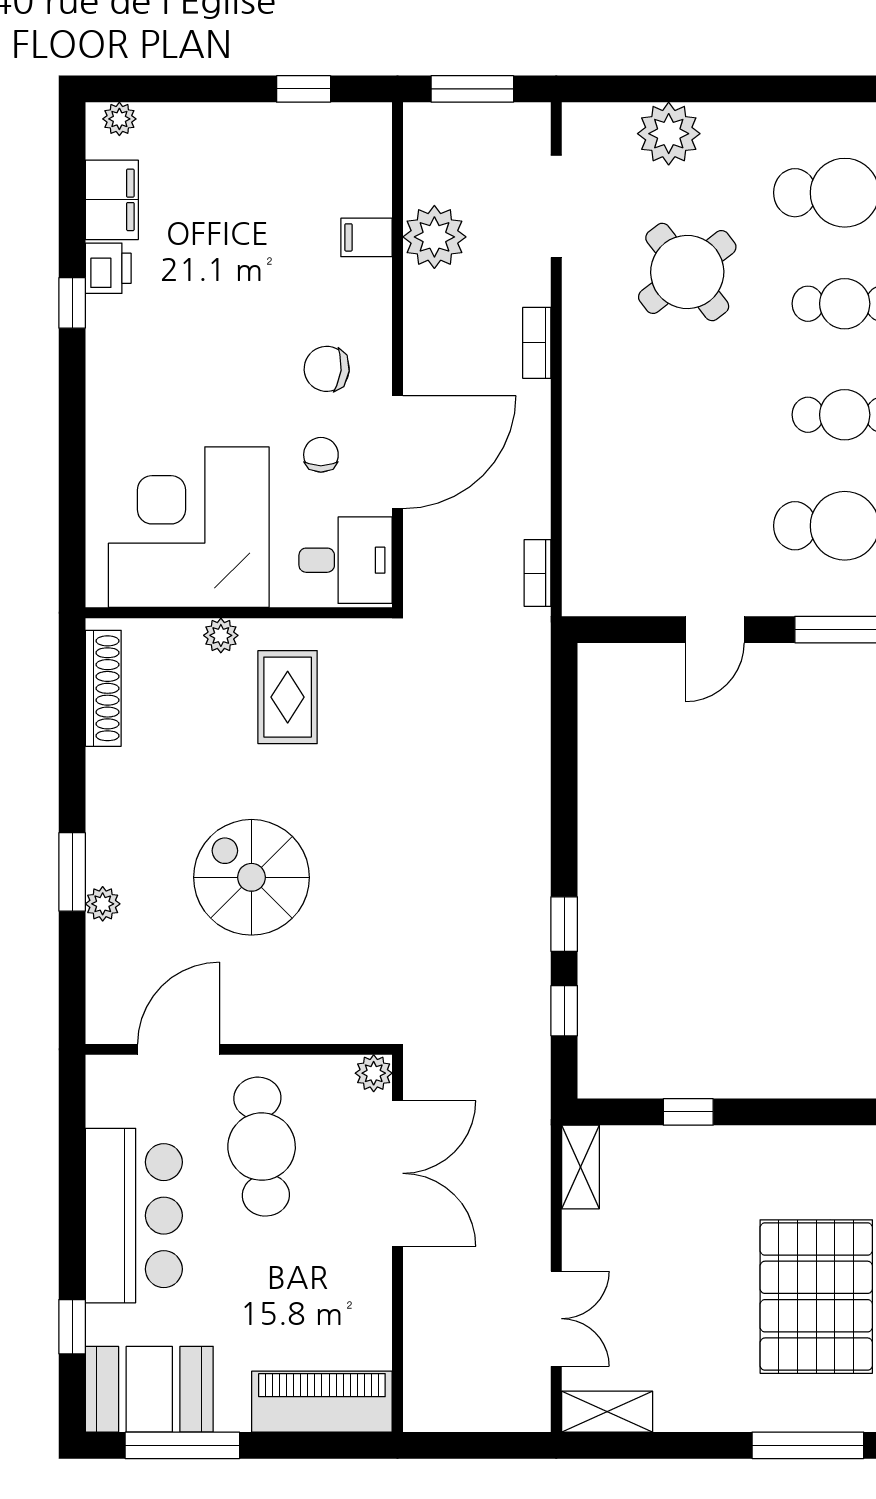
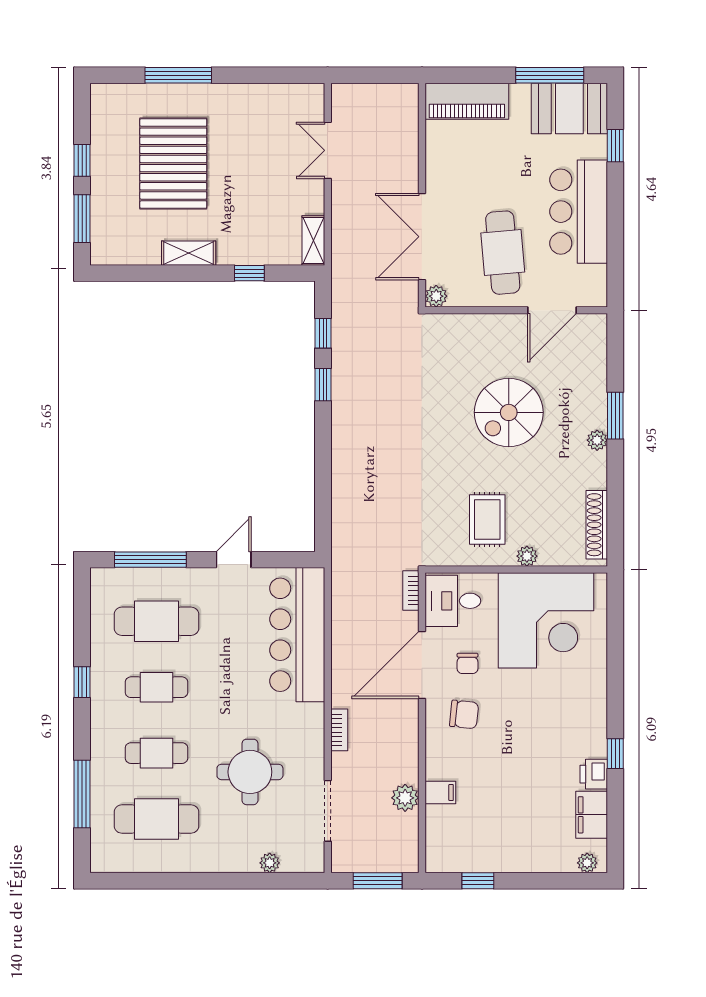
plant: (669, 134) -> (270, 863), width x0.53, depth x0.53
plant: (434, 237) -> (405, 798), width x0.73, depth x0.73
round table: (687, 272) -> (250, 772), turned 38
bar counter: (608, 503) -> (297, 635), added
bookcase: (538, 573) -> (411, 591), moved, turned 180
spiral stairs: (251, 877) -> (509, 412), turned 90
plant: (103, 904) -> (597, 440), moved
shelving: (607, 1412) -> (189, 253), moved

